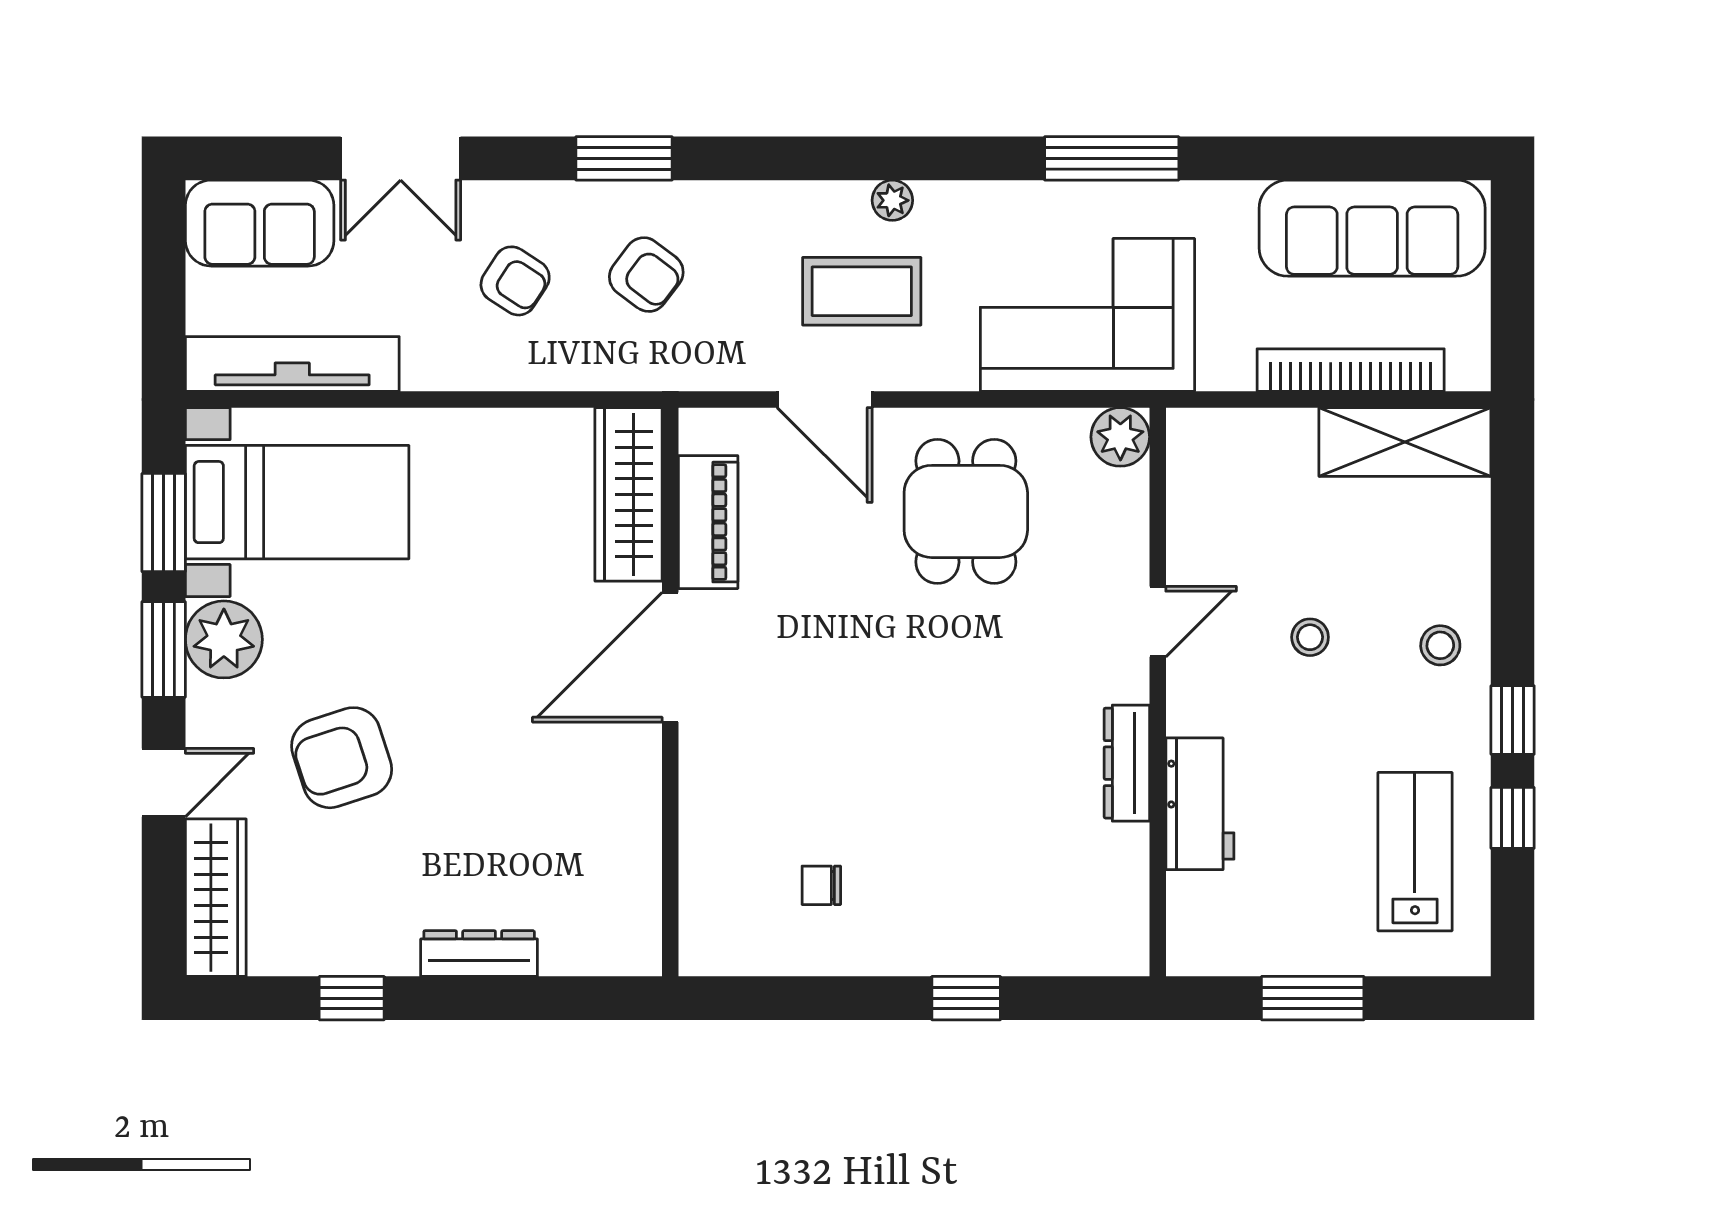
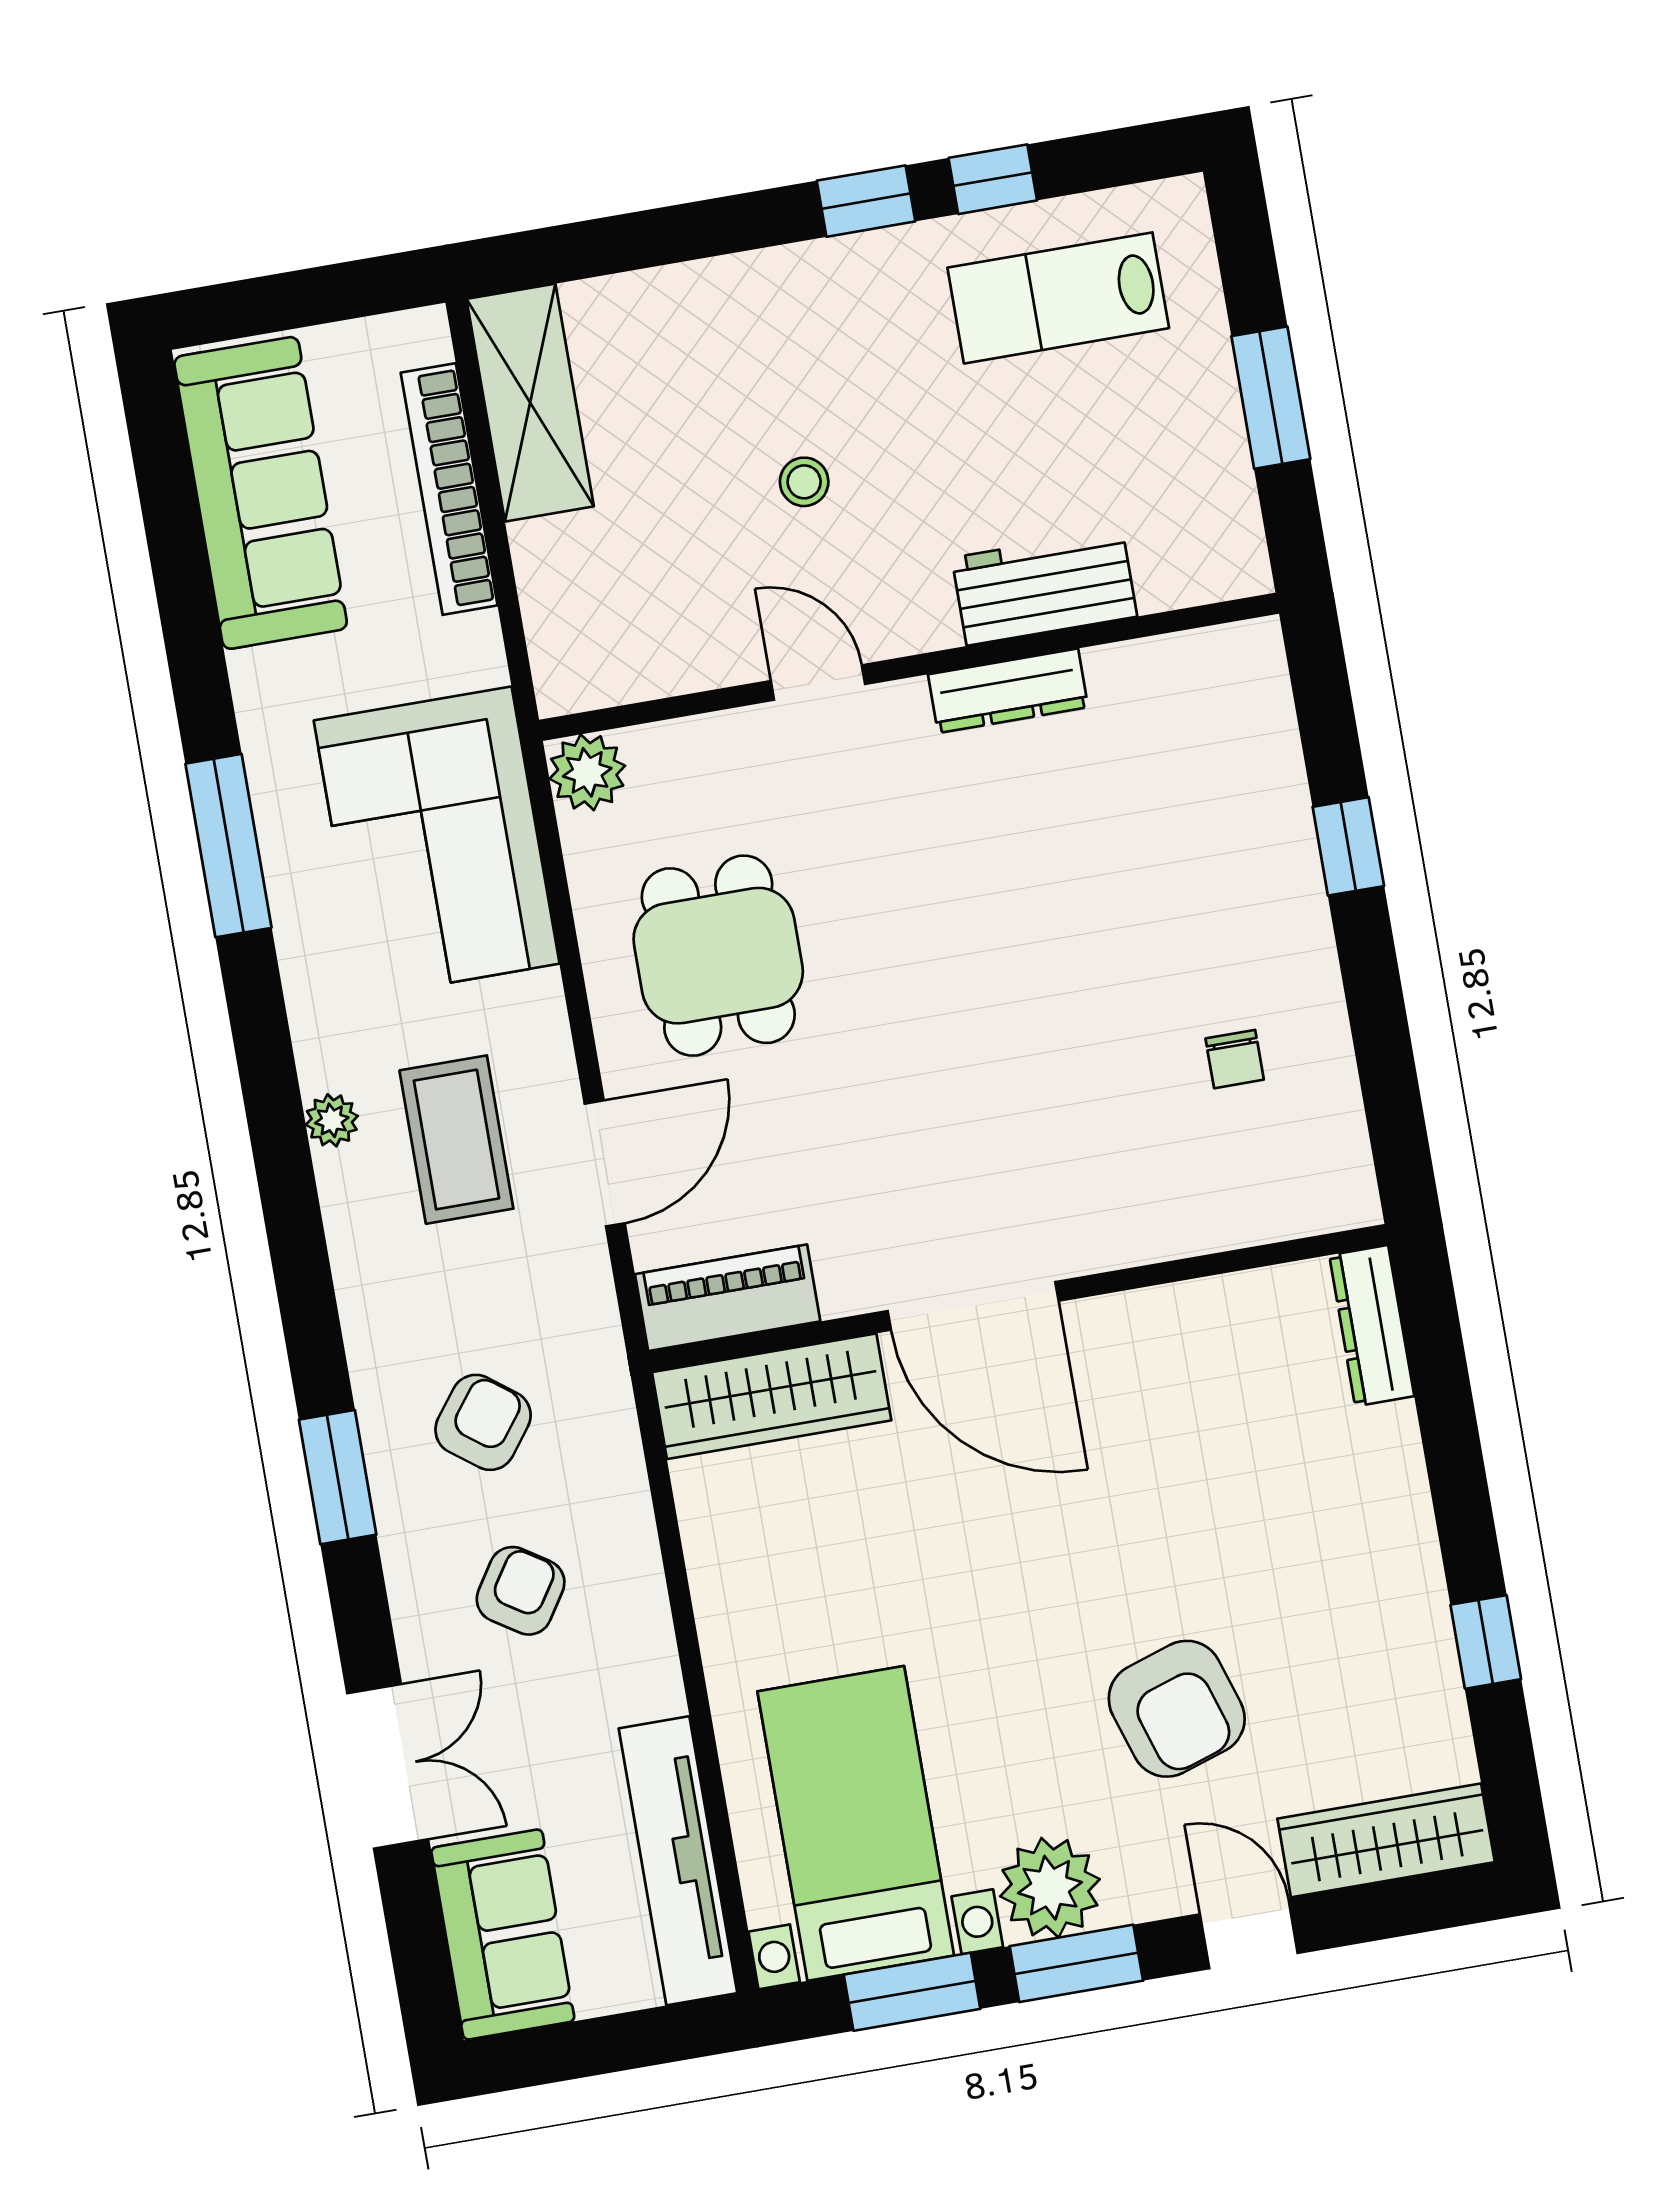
dining table: (966, 511) -> (718, 956), turned 90
piano: (708, 522) -> (728, 1298), moved
stool: (1440, 645) -> (785, 311), removed
dresser: (479, 954) -> (1372, 1326), moved

